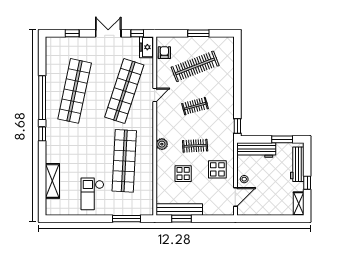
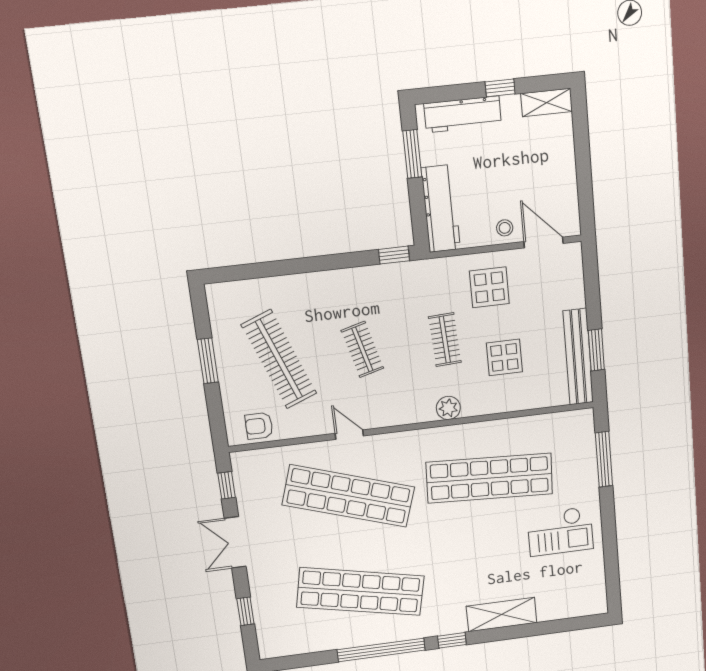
freezer: (146, 47) -> (253, 463), removed
shelving: (52, 181) -> (501, 614), moved

